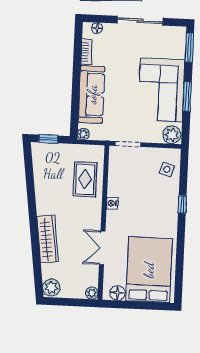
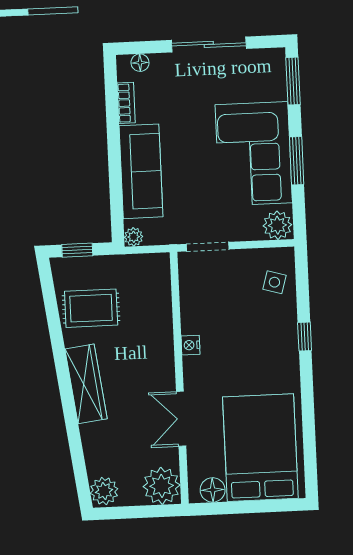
rug: (85, 179) -> (91, 308), moved, turned 90
wardrobe: (48, 239) -> (86, 384), moved
plant: (92, 293) -> (162, 486), width x1.88, depth x1.88

